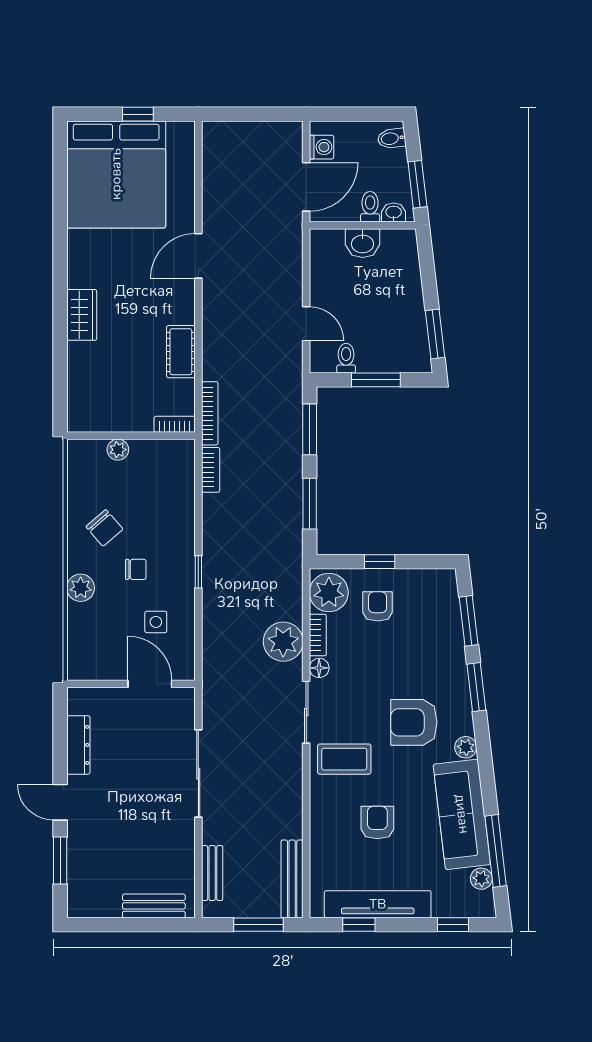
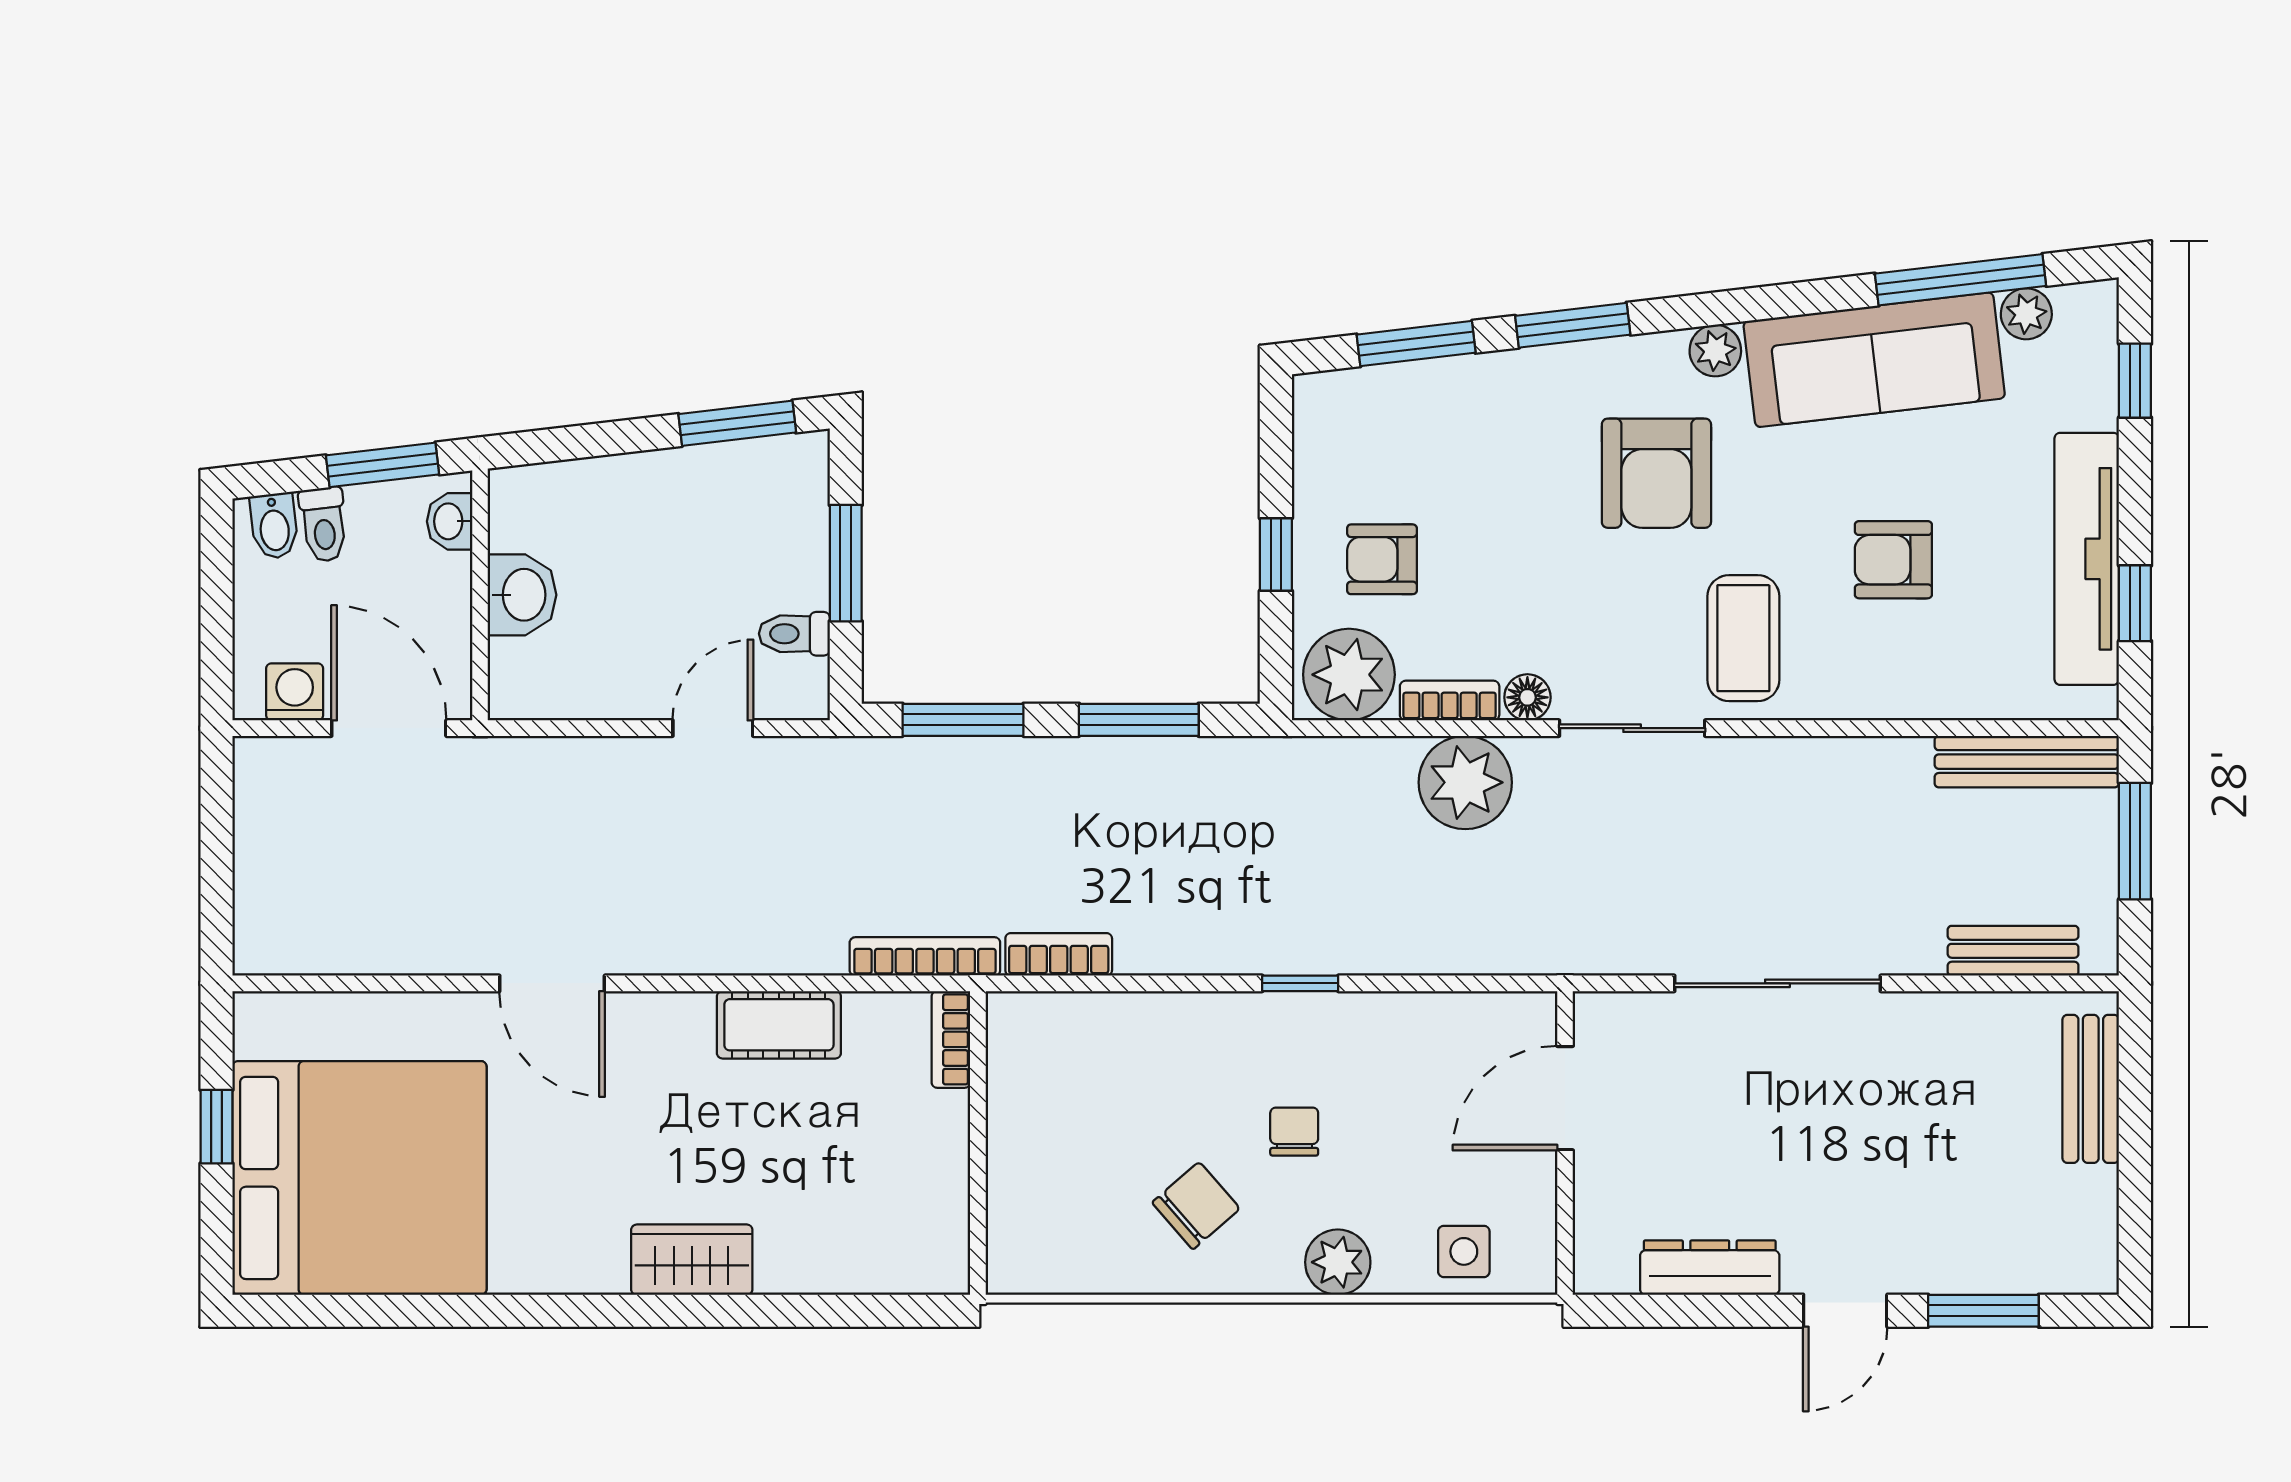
toilet: (370, 207) -> (324, 524), moved, turned -97
plant: (118, 450) -> (1011, 1174), removed
side table: (156, 622) -> (1464, 1251), moved

